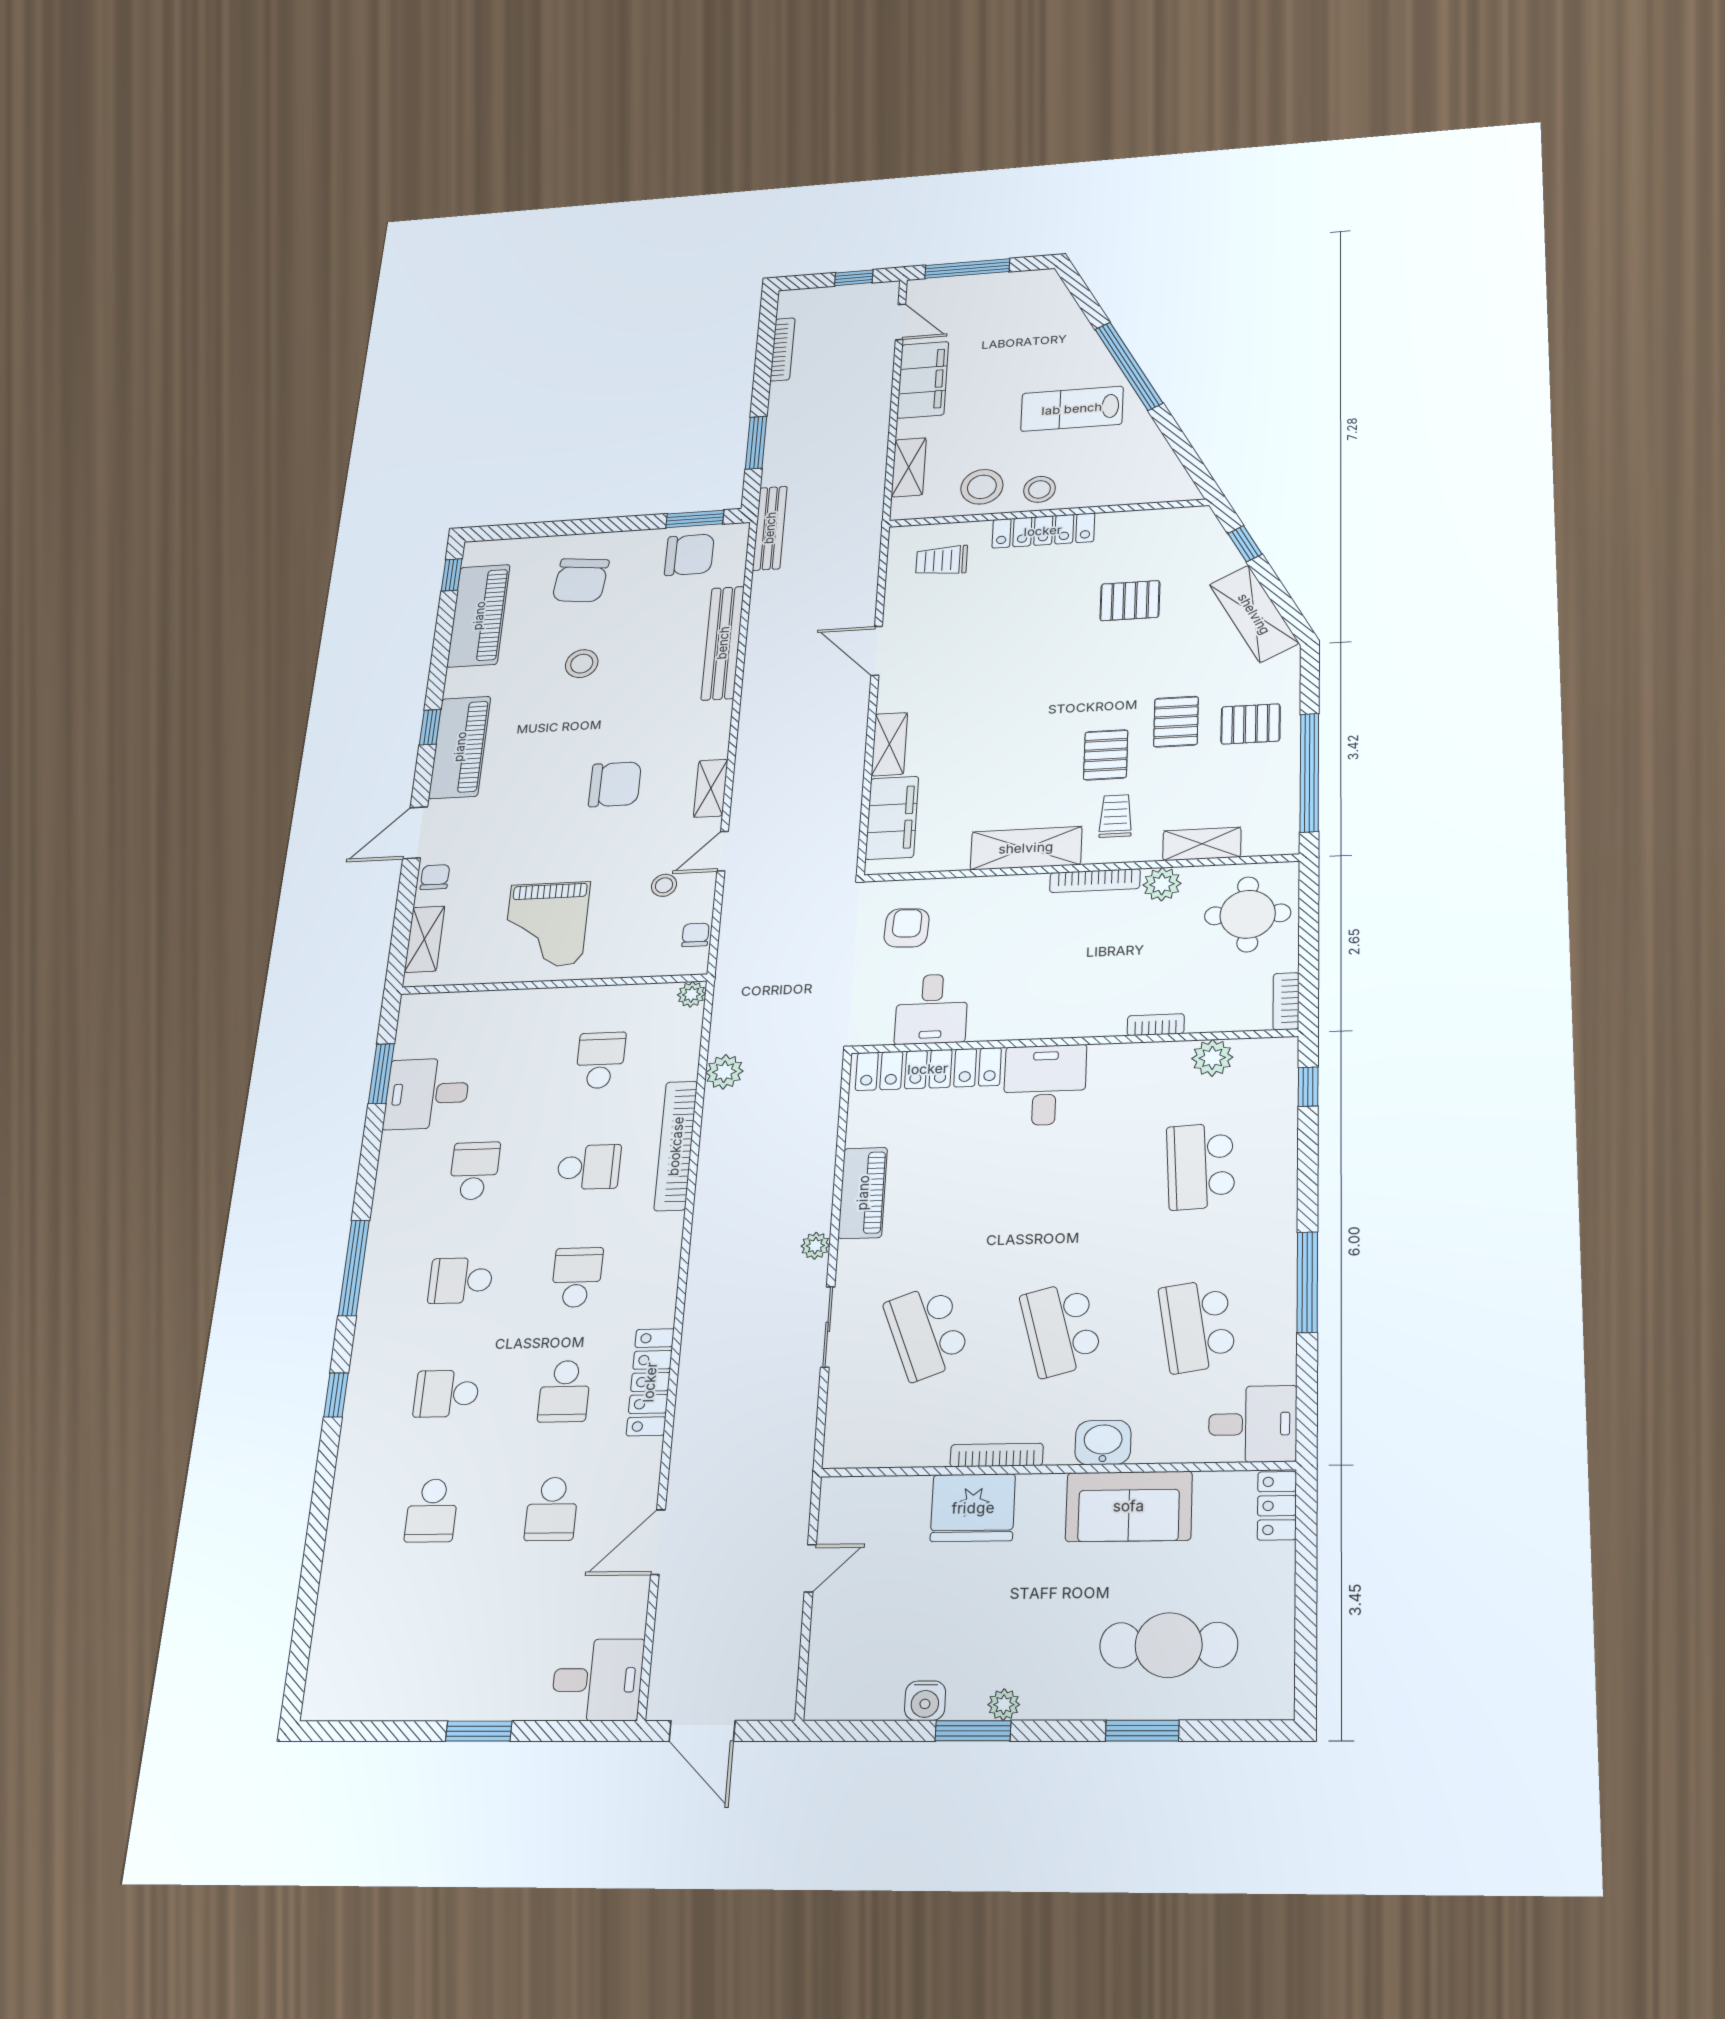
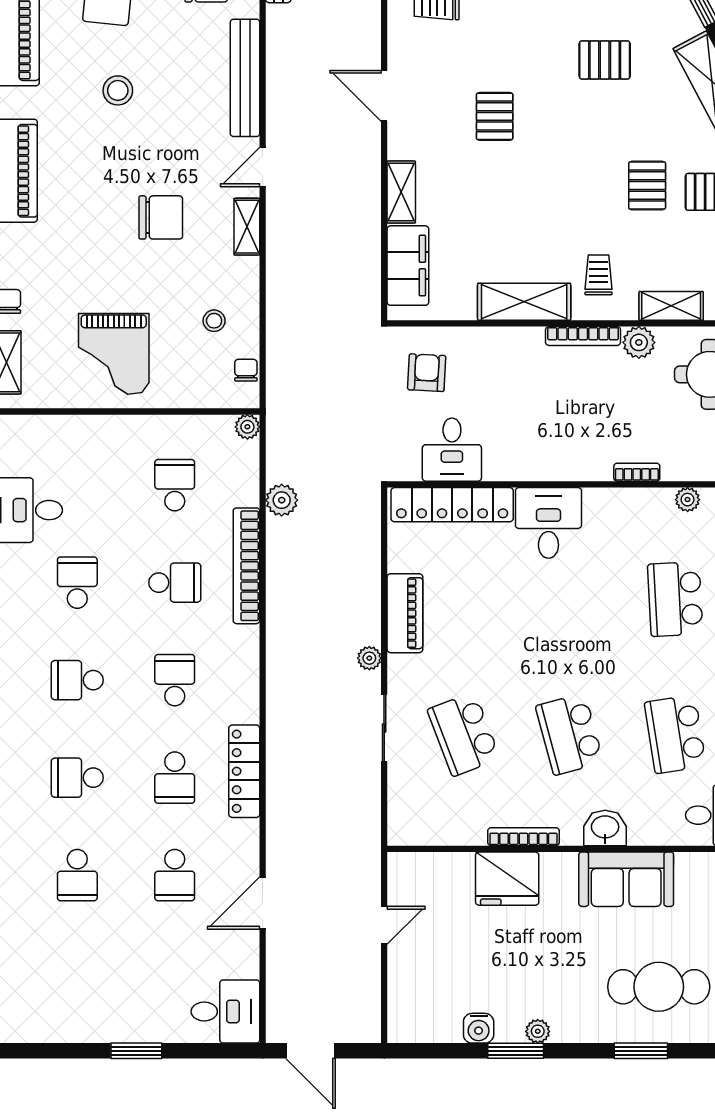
pallet: (1106, 755) -> (495, 116), moved
door: (723, 851) -> (263, 167), moved
plant: (1212, 1058) -> (688, 500), width x0.73, depth x0.73

